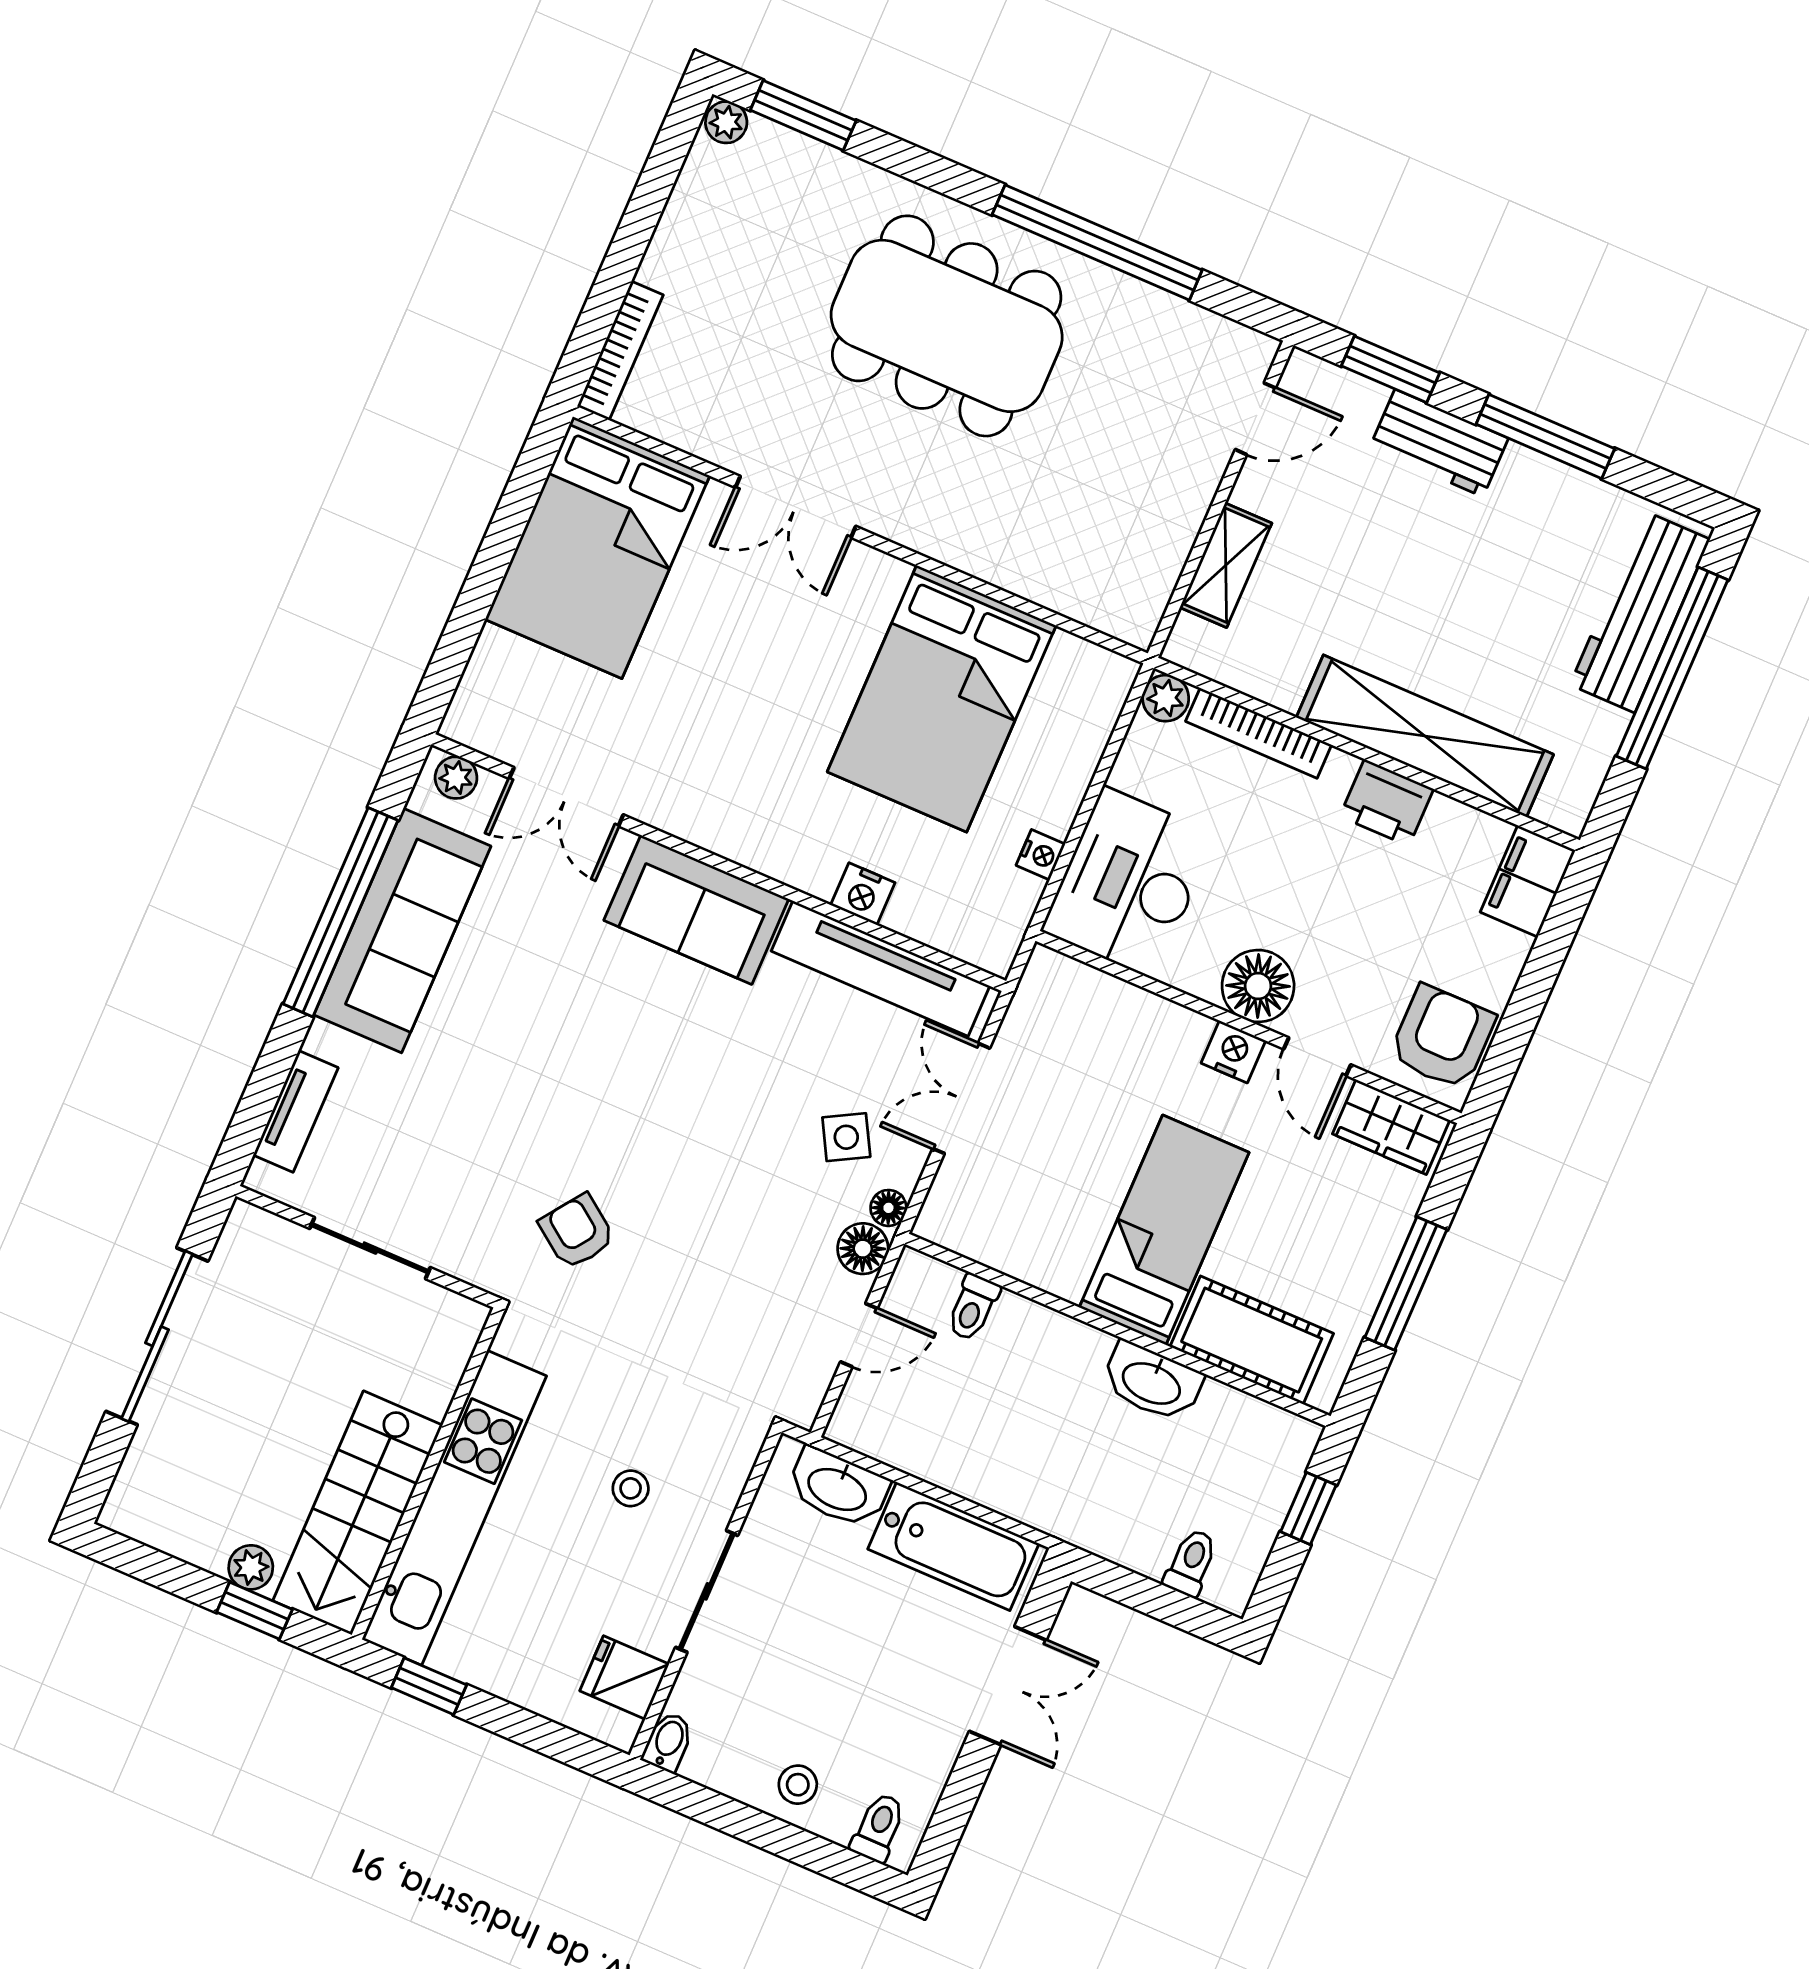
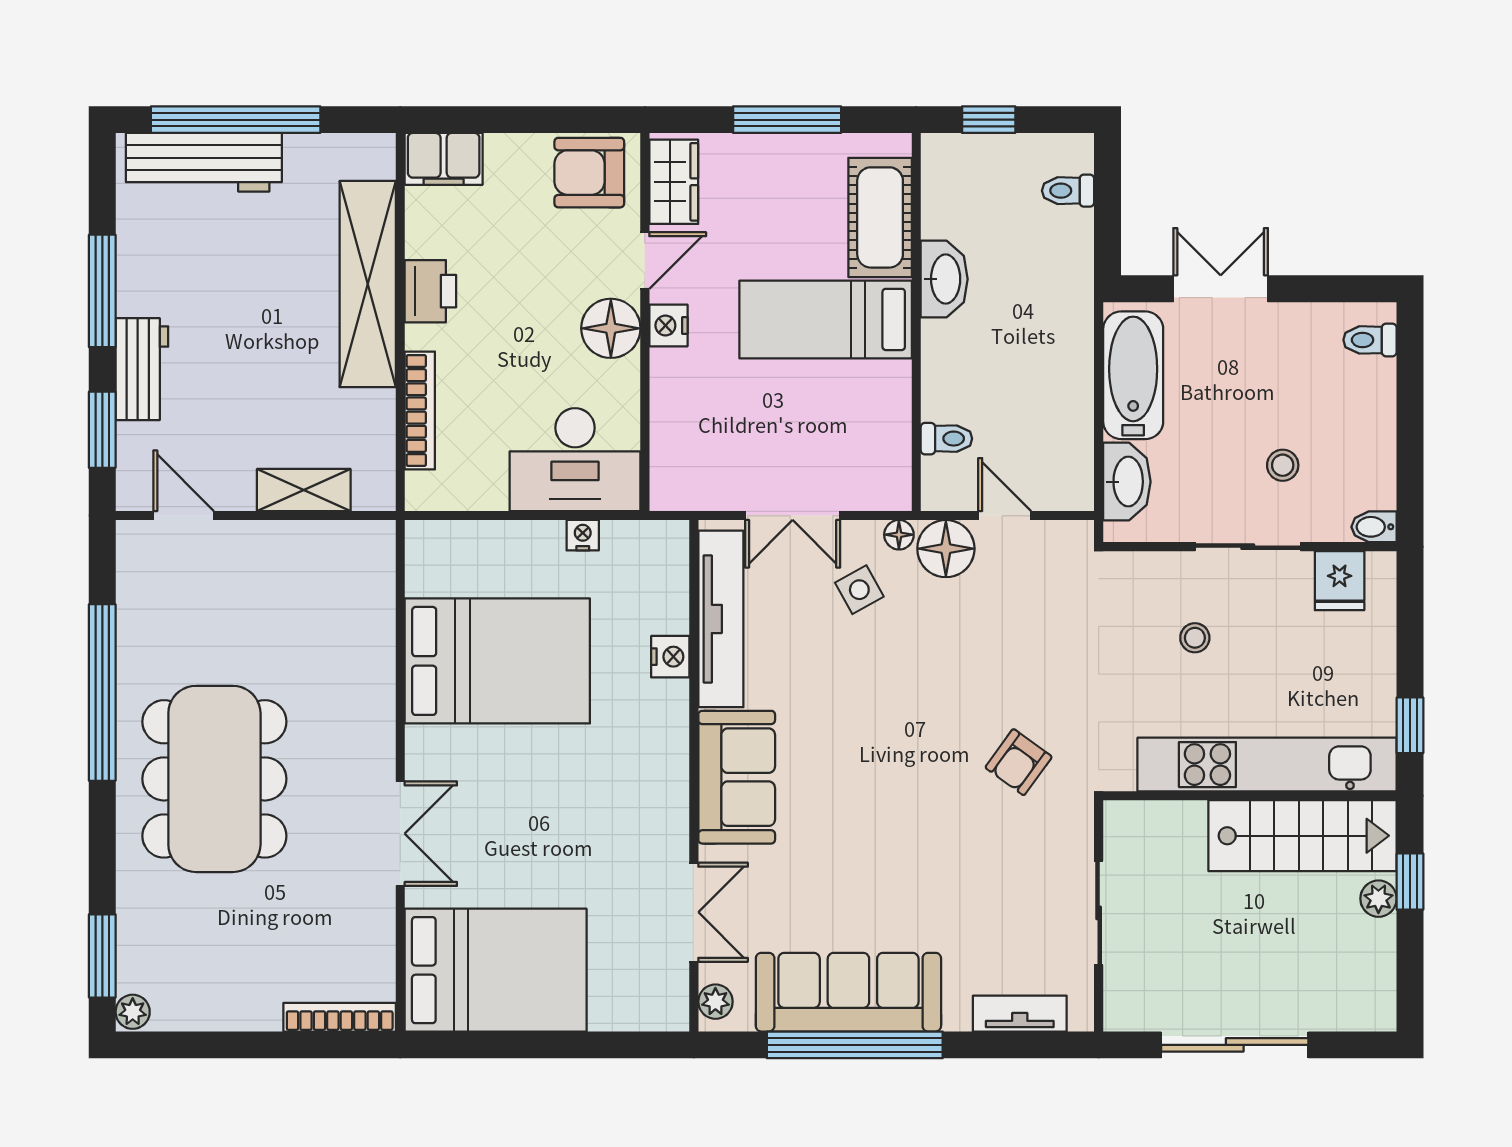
plant: (1166, 698) -> (424, 492), removed
floor lamp: (863, 1249) -> (946, 549), width x1.38, depth x1.38
stool: (798, 1785) -> (1283, 465), moved

